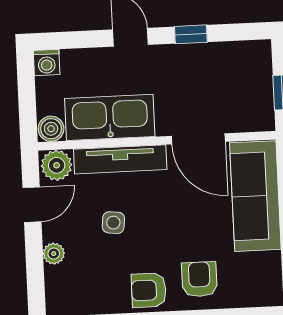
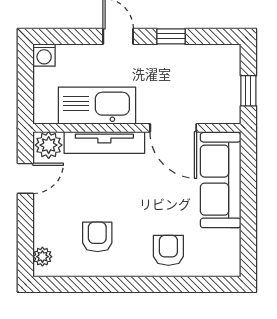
boiler: (51, 129) -> (45, 113), removed
side table: (113, 223) -> (96, 197), removed
plant: (54, 254) -> (42, 257), moved
armchair: (149, 290) -> (97, 237), moved, turned 90

